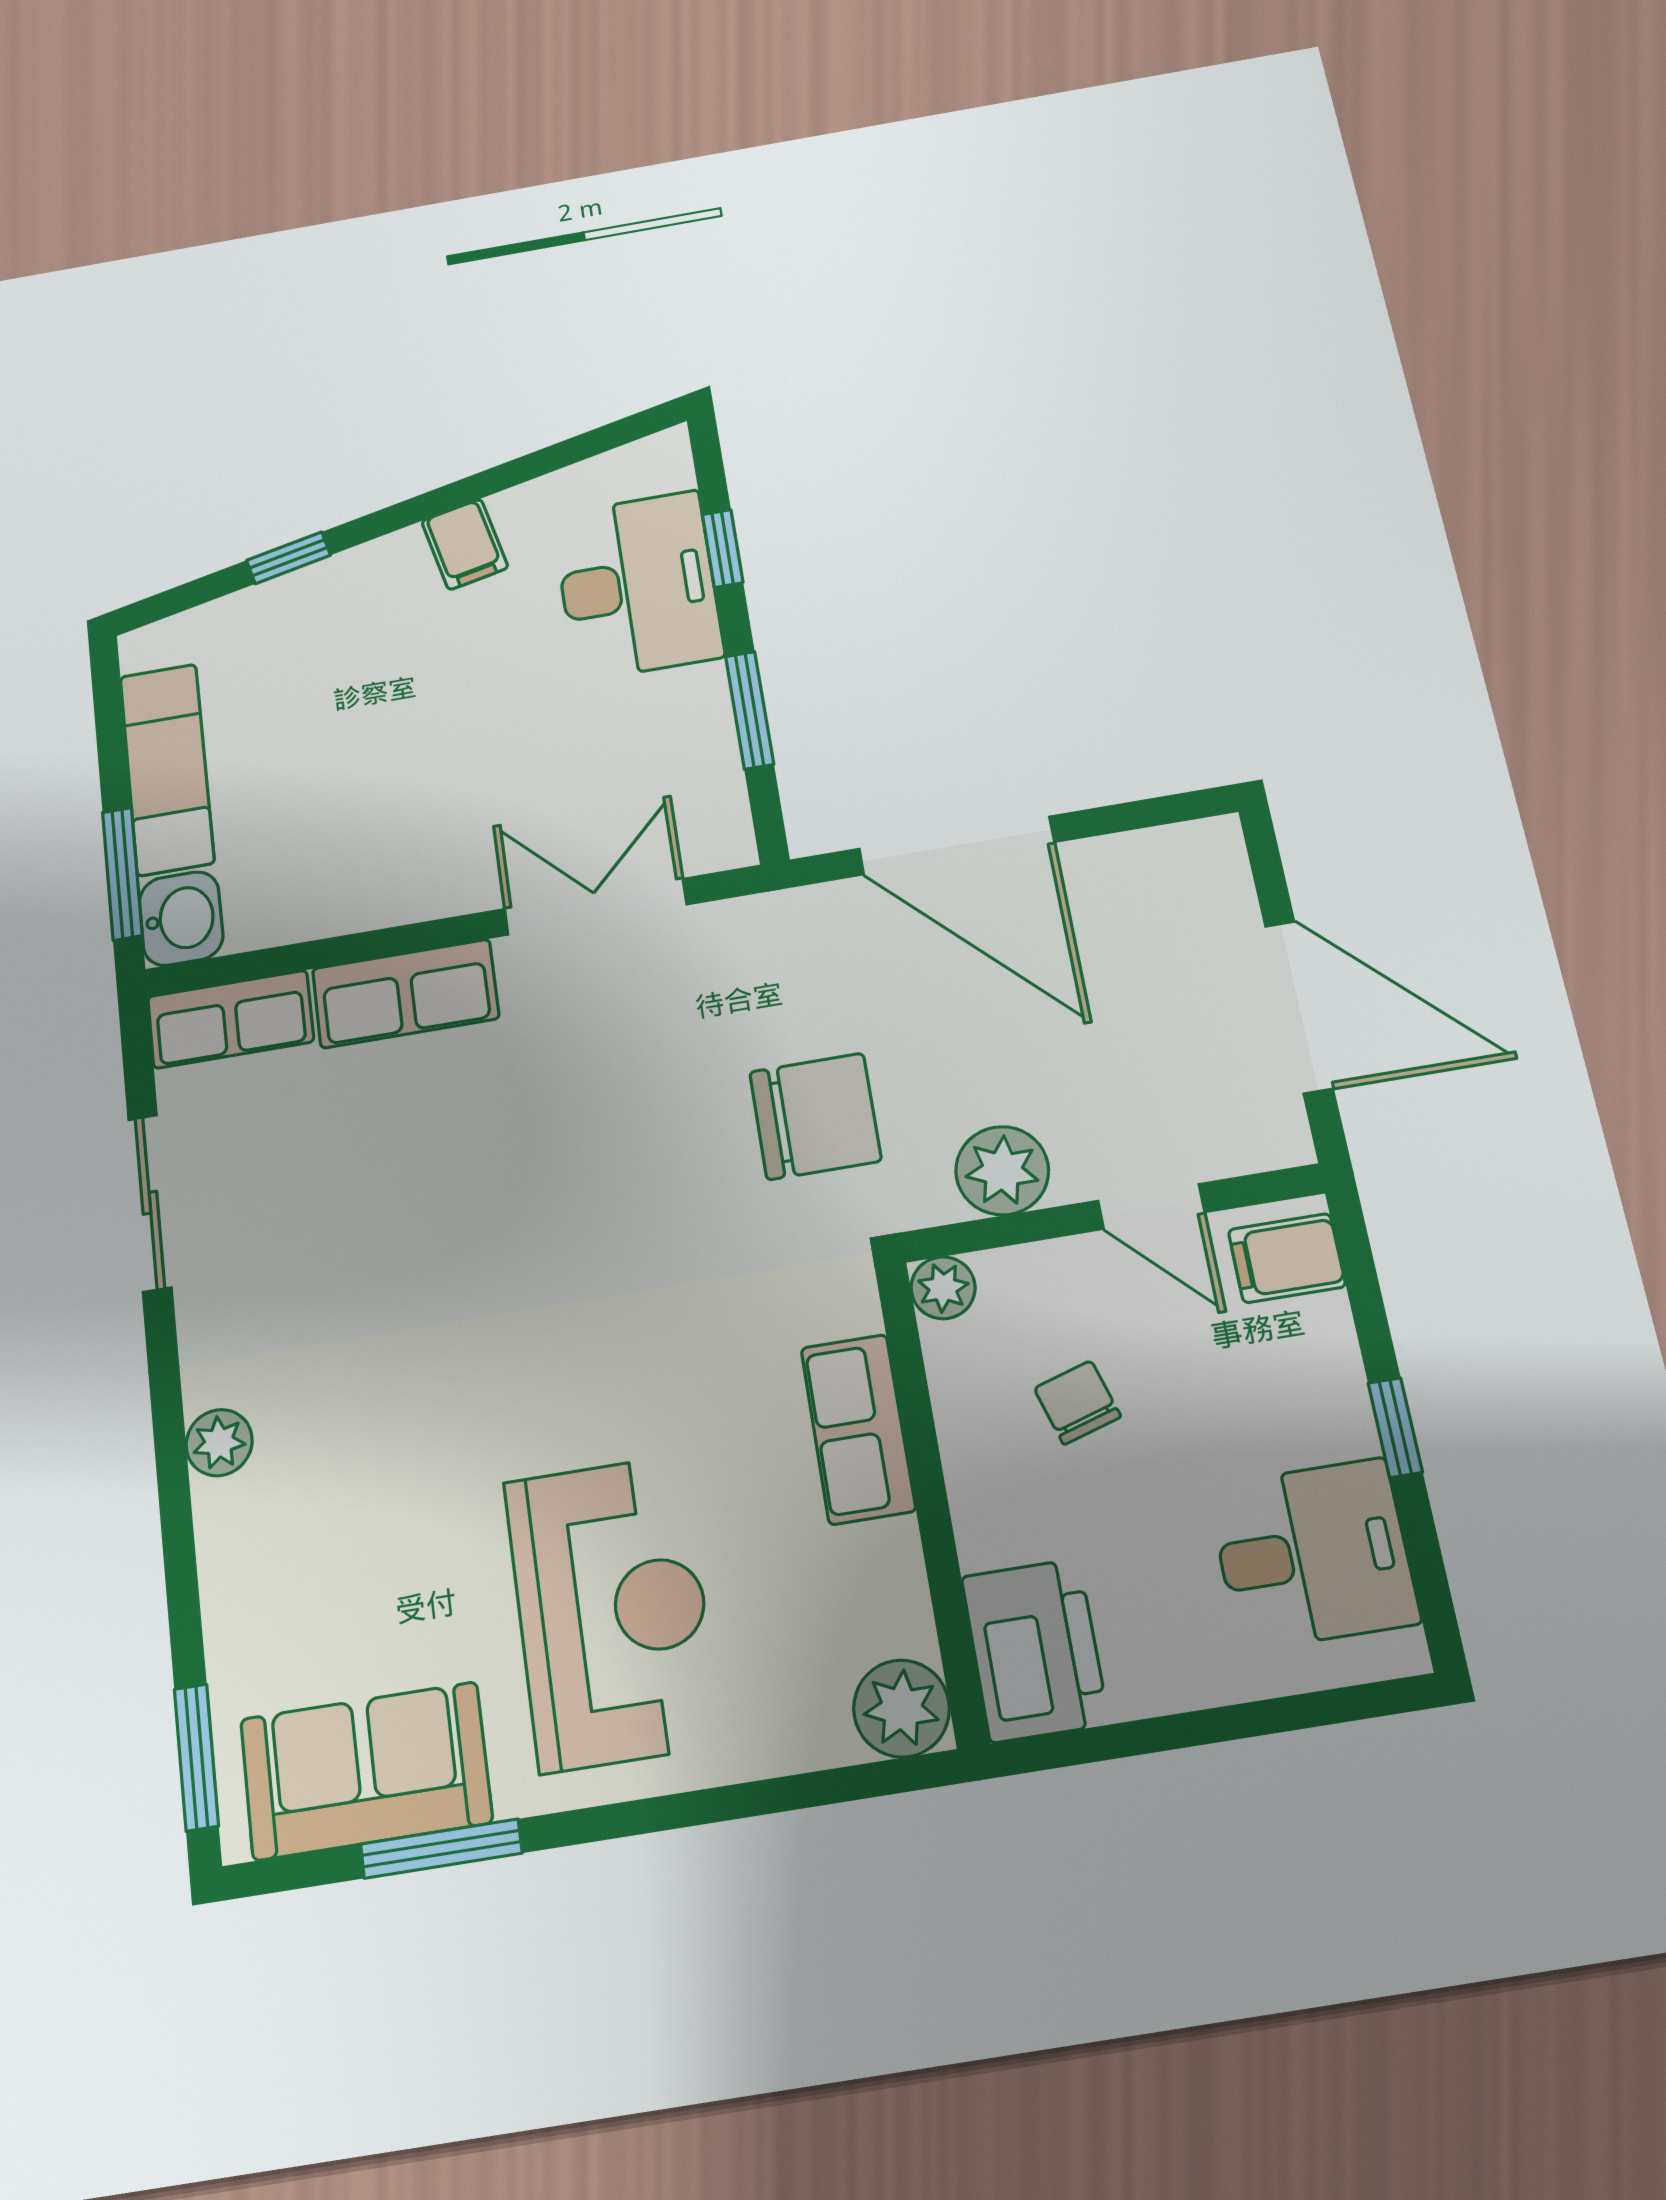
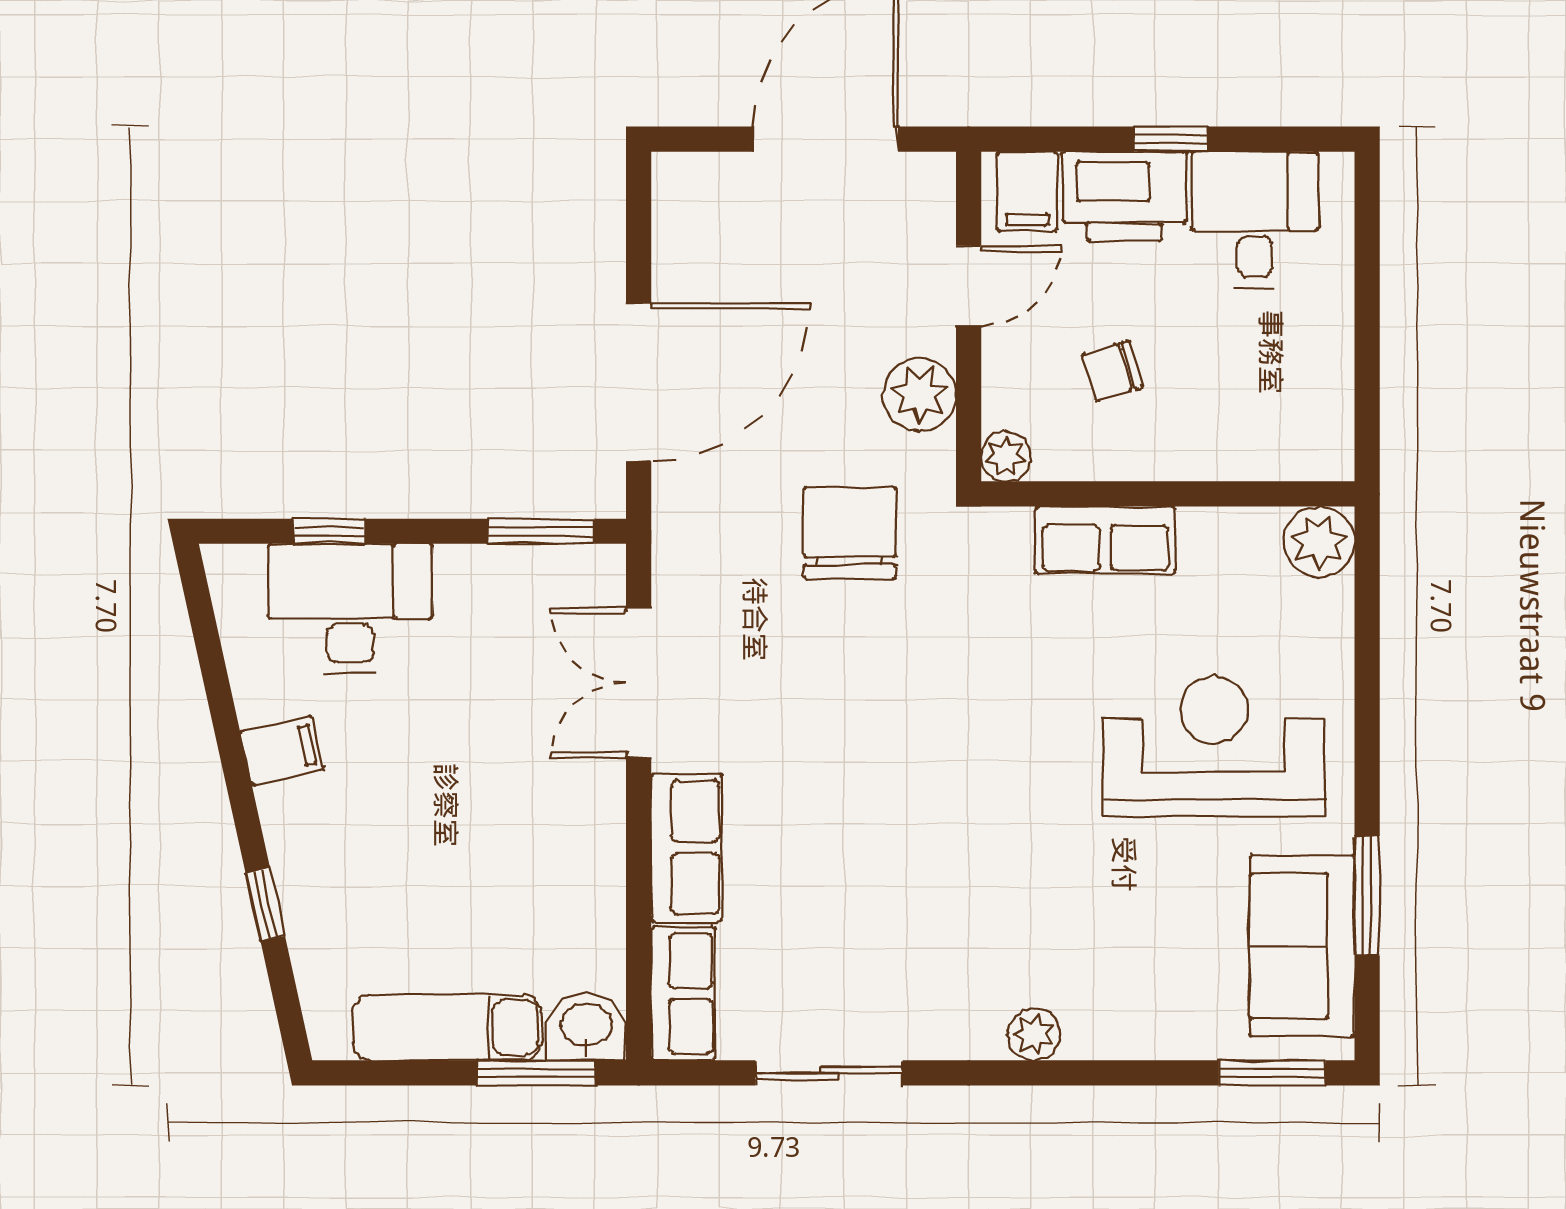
window: (750, 710) -> (541, 531), moved
printer: (1035, 1650) -> (1124, 196), moved, turned 180

